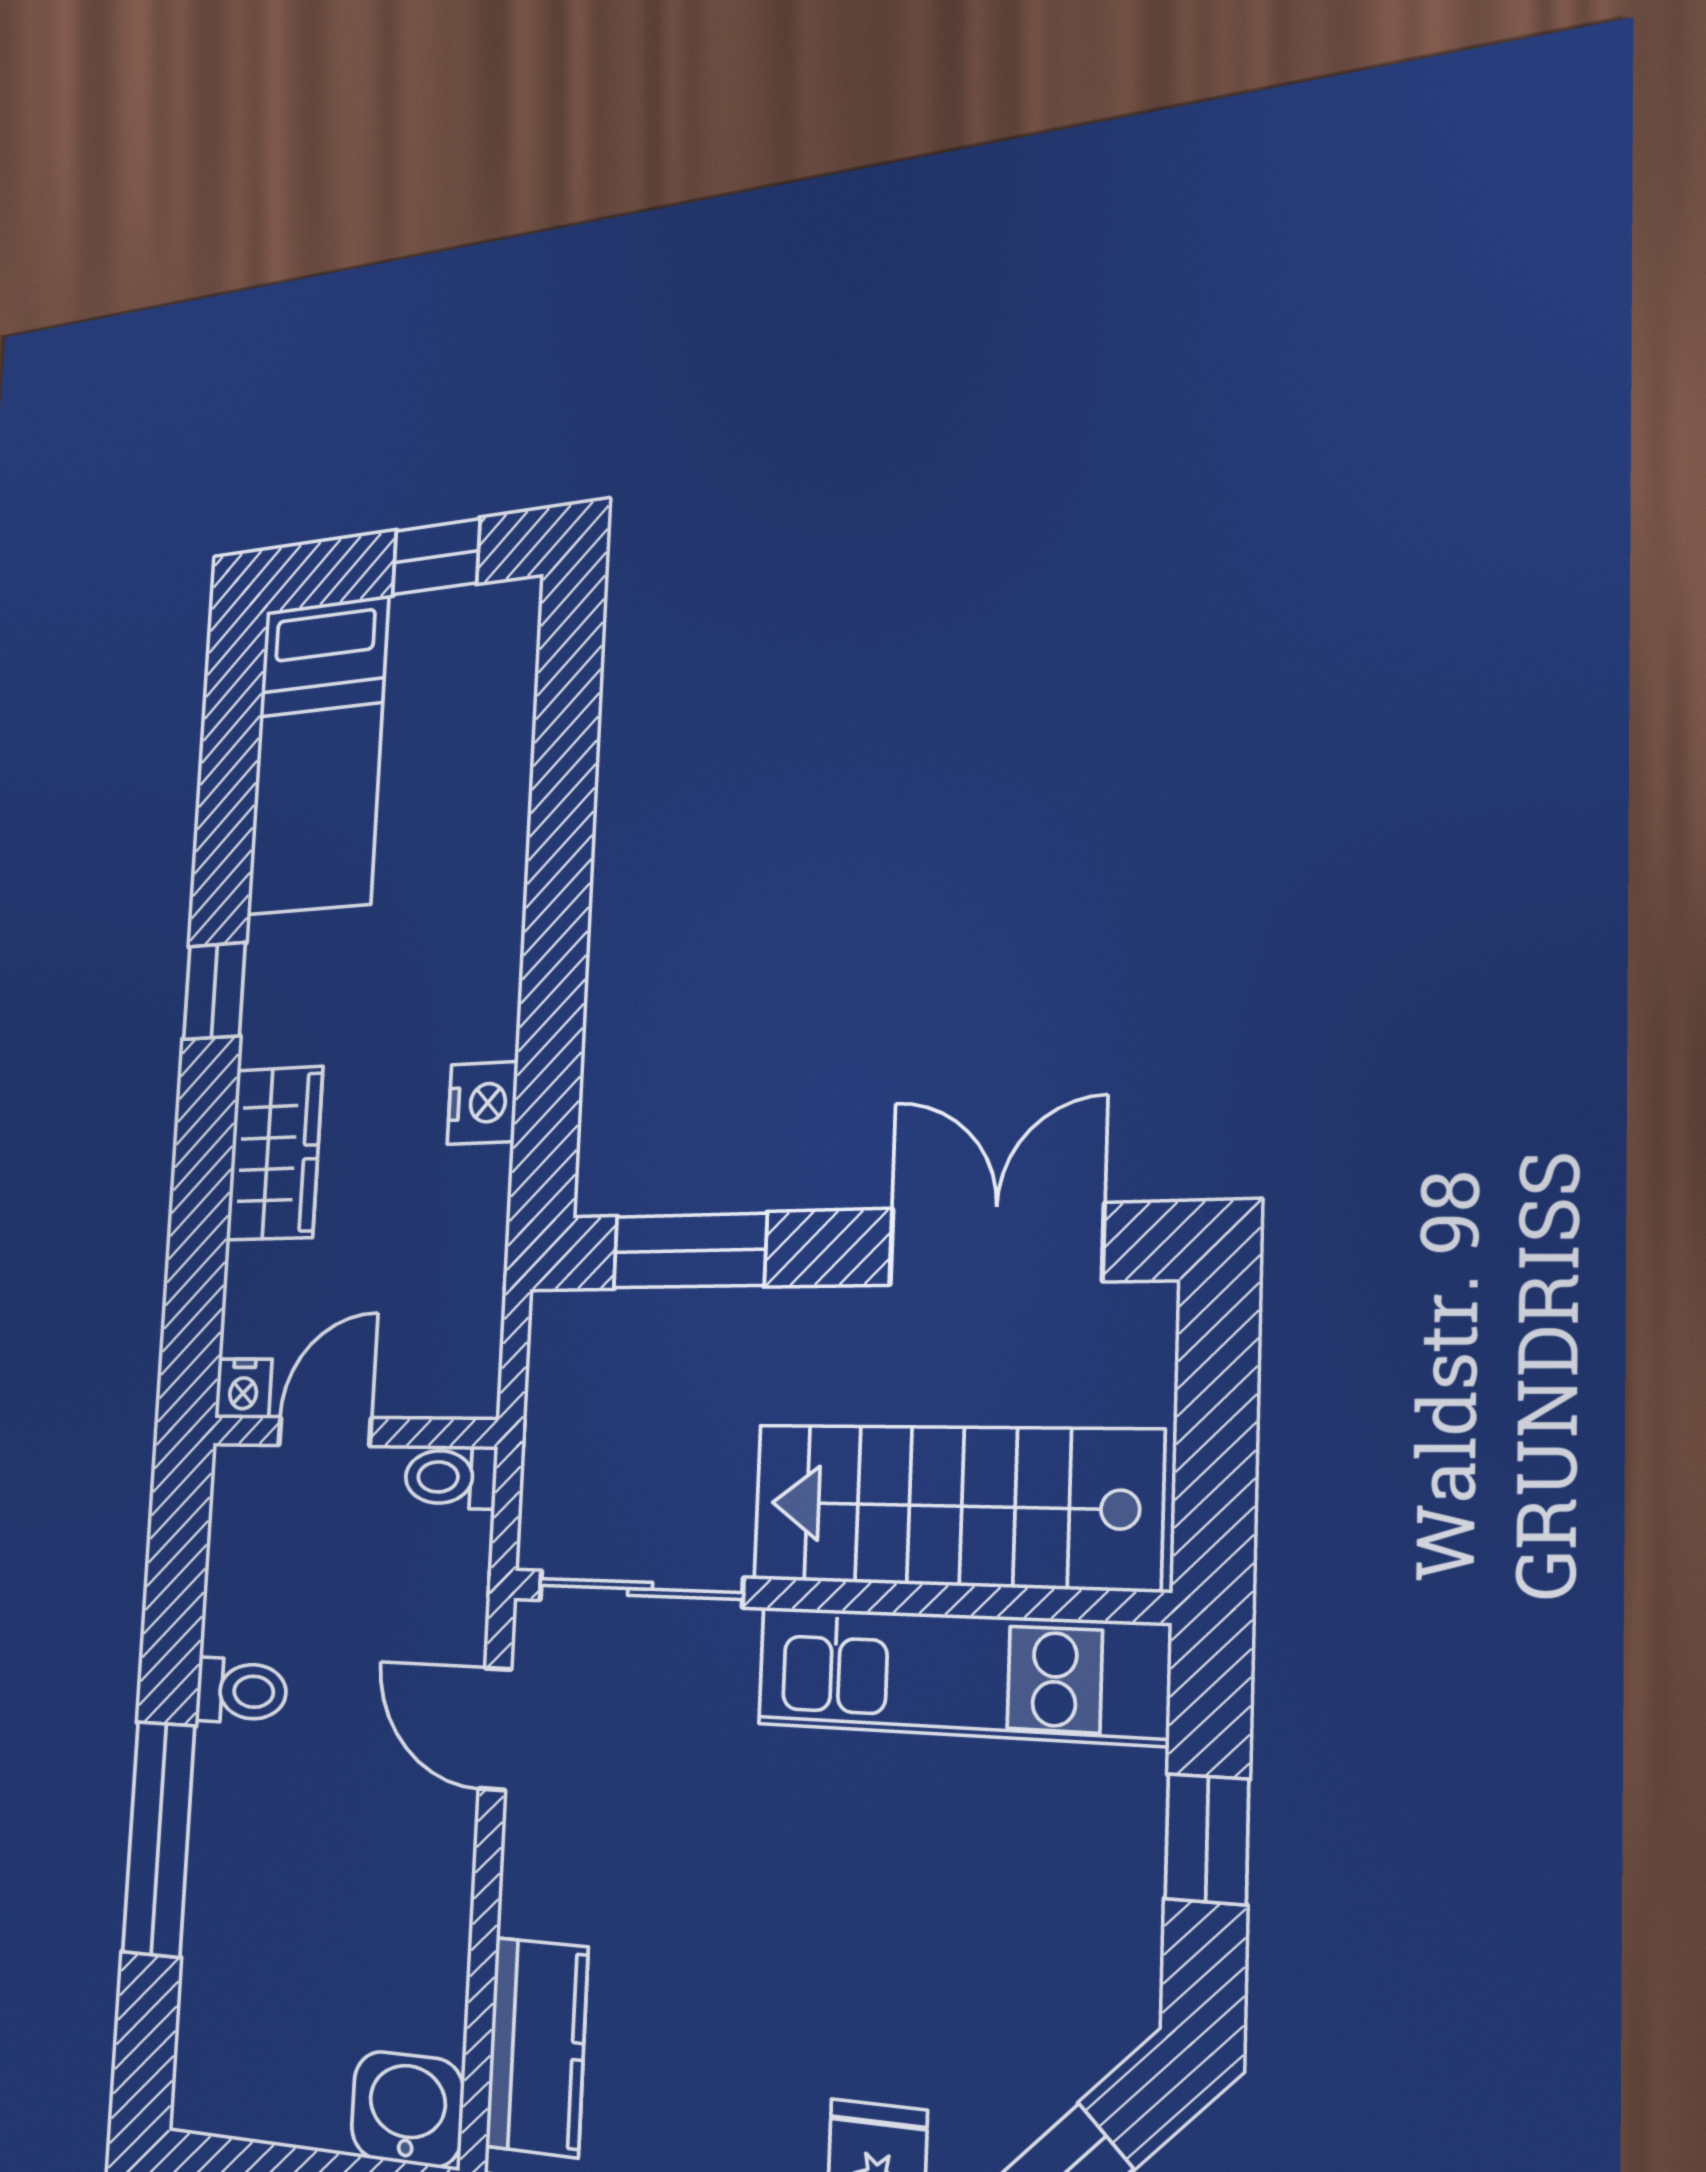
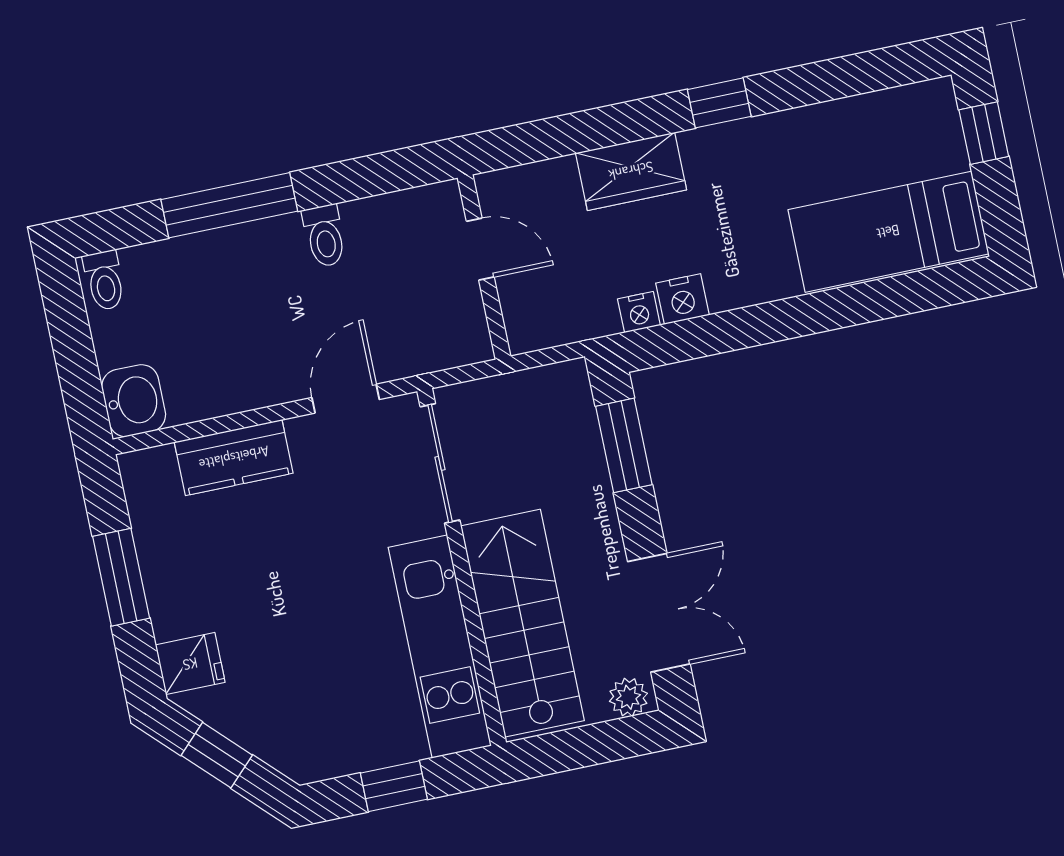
window: (436, 557) -> (984, 133), moved
bed: (318, 756) -> (888, 232), moved
plant: (1140, 1334) -> (628, 697), added
nightstand: (243, 1389) -> (639, 312), moved, turned -90
toilet: (451, 1477) -> (104, 280), moved, turned 180
kitchen counter: (537, 2047) -> (234, 458), moved

